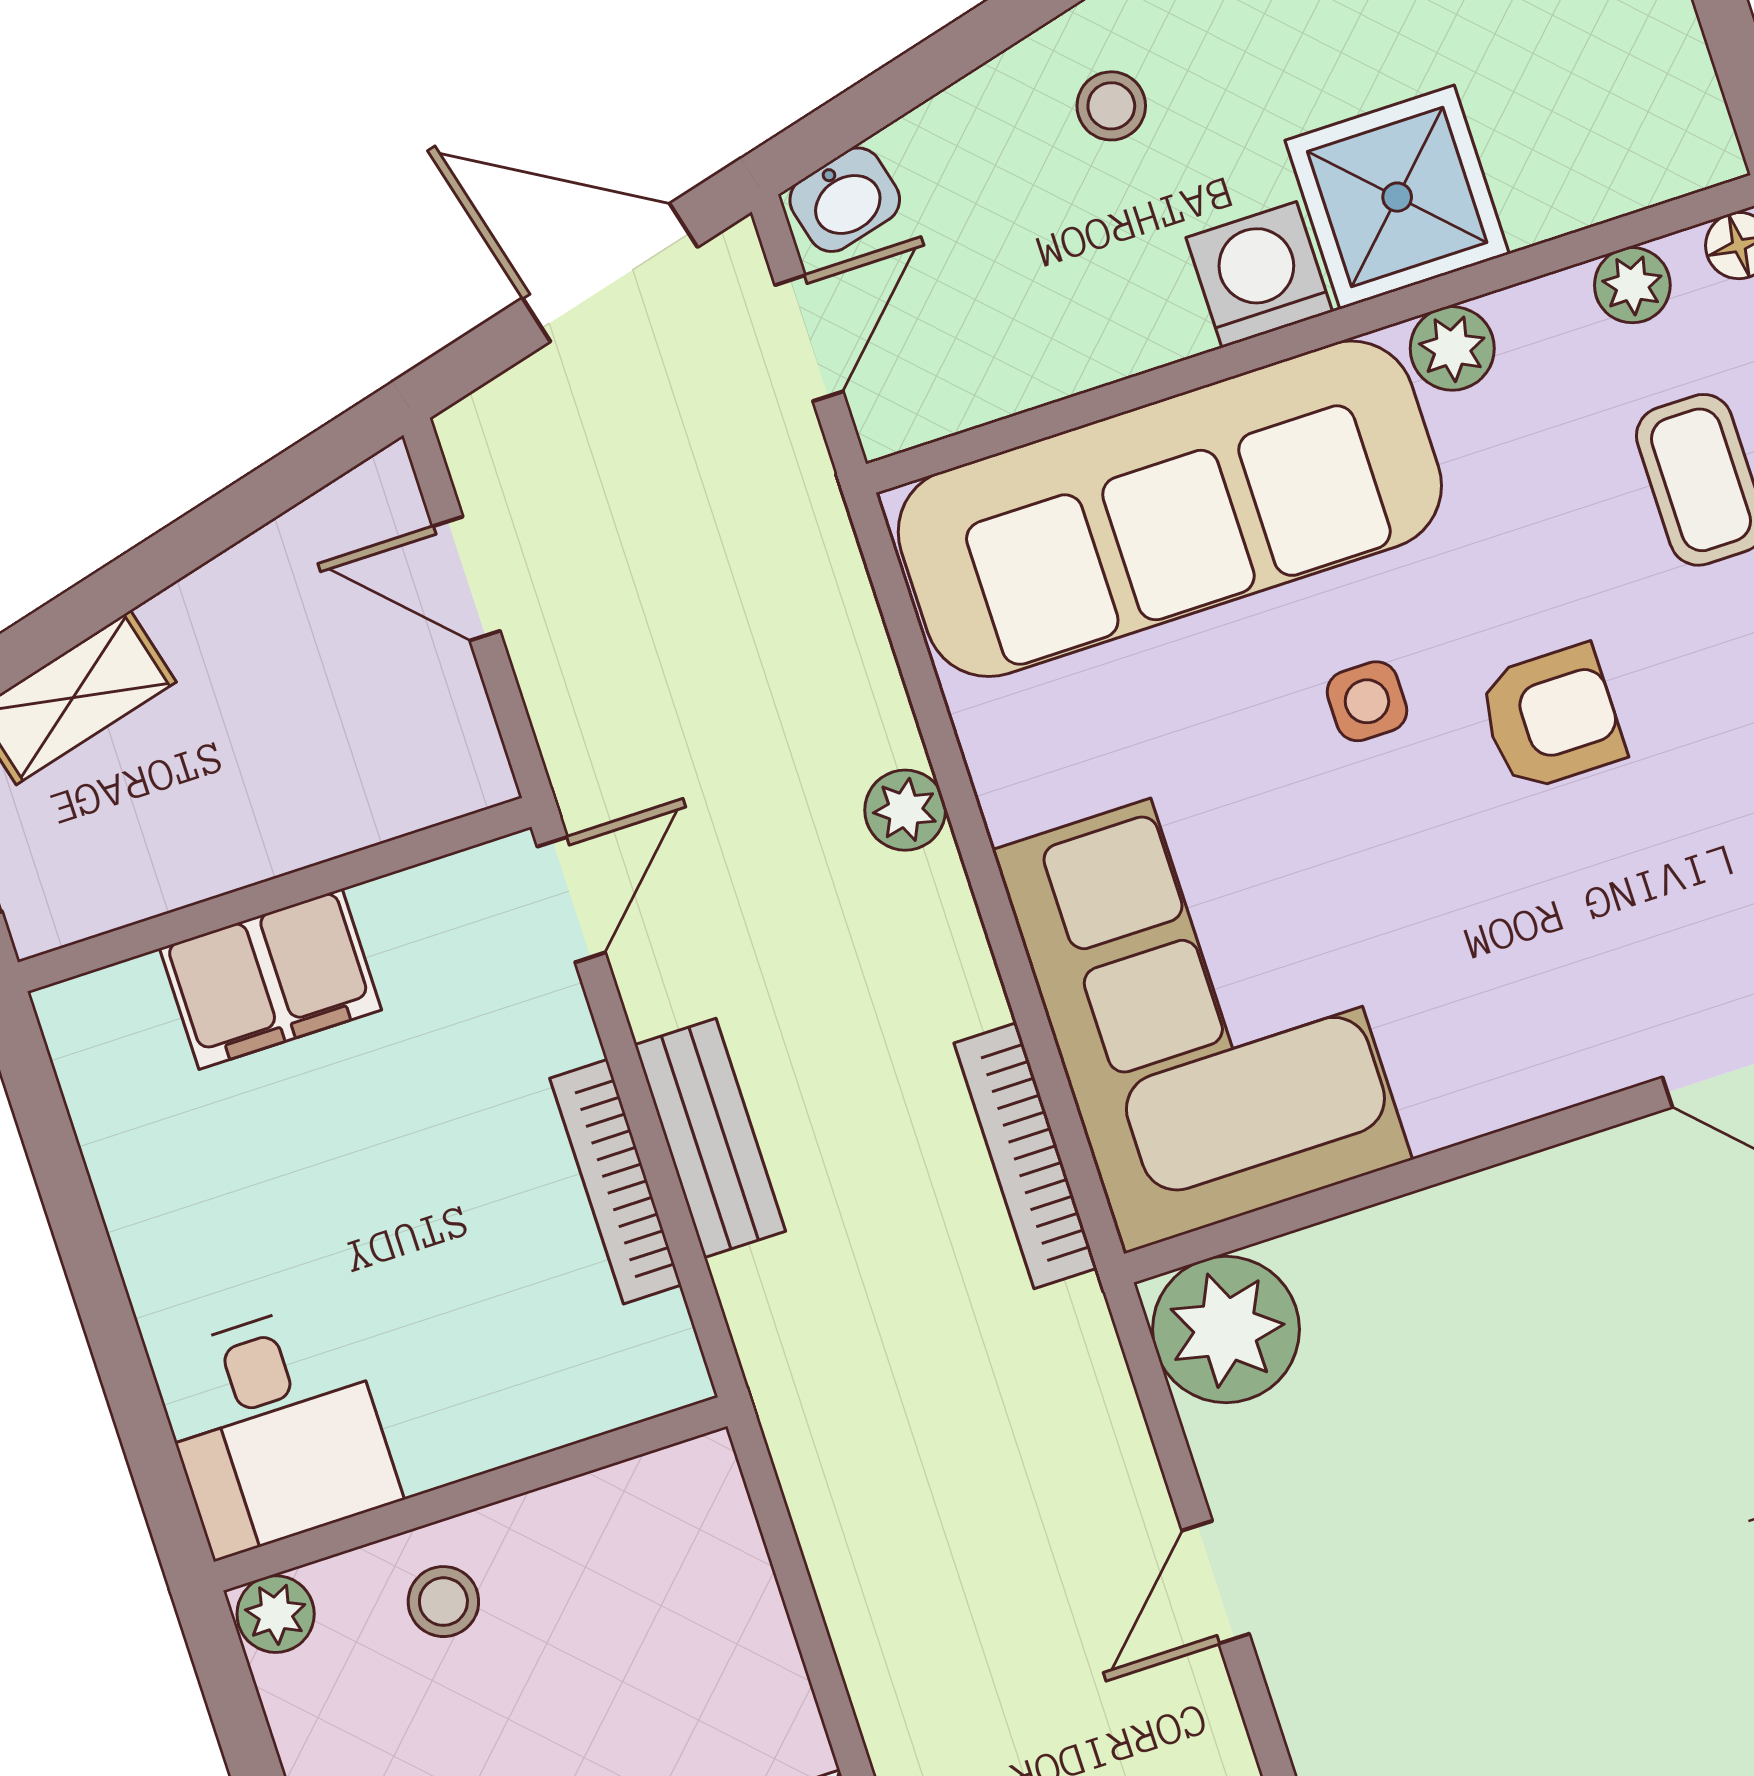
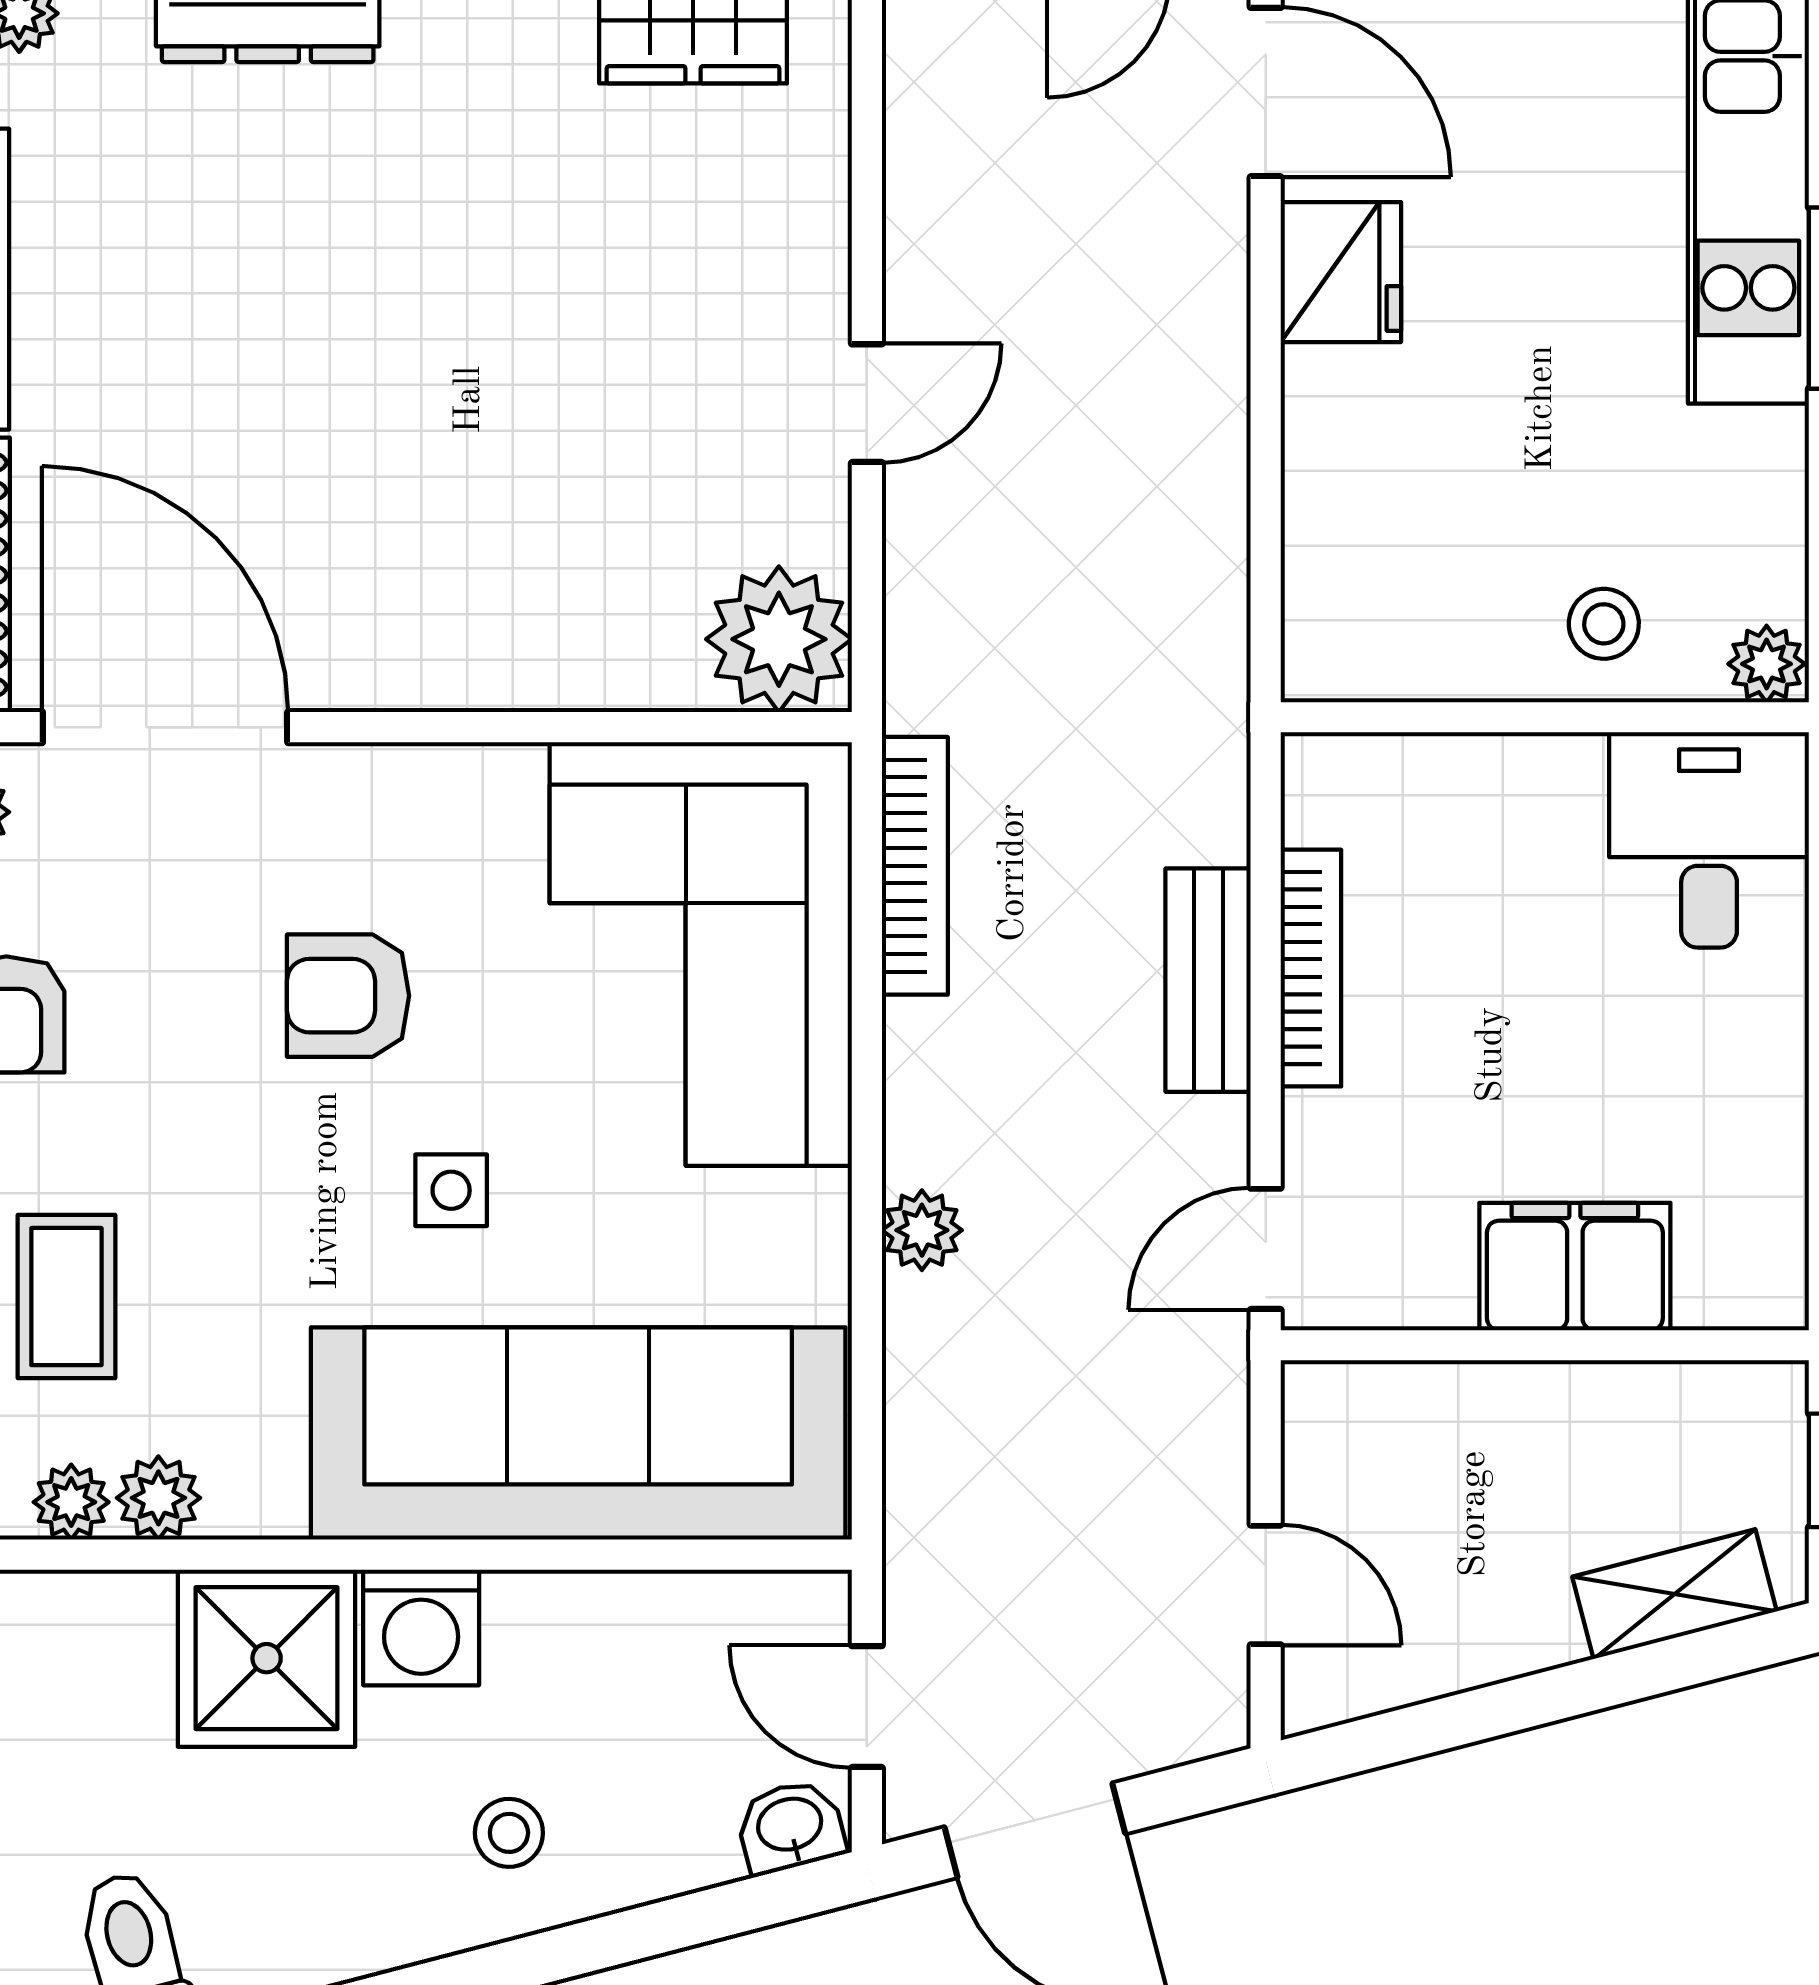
door: (809, 338) -> (867, 1707), hinge flipped
plant: (1452, 348) -> (158, 1498), moved
armchair: (1551, 718) -> (348, 996), moved

